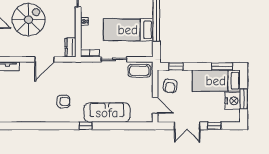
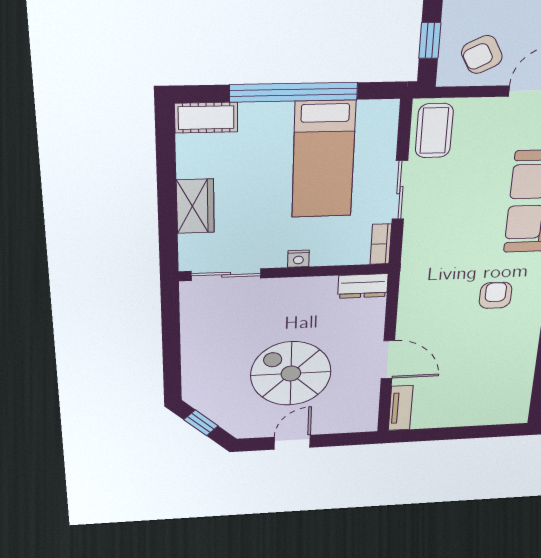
door: (44, 59) -> (388, 360), moved
armchair: (170, 86) -> (482, 55), turned 145

